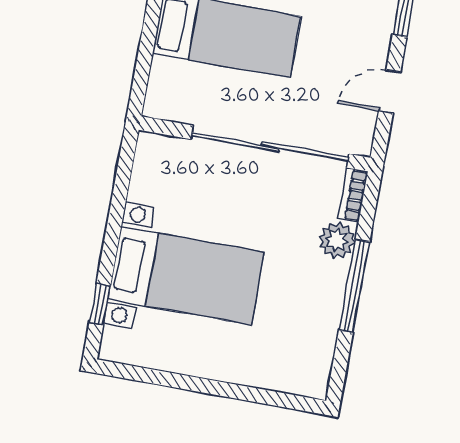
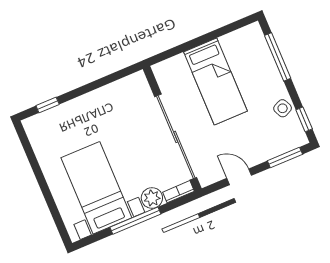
bed with nightstands: (186, 275) -> (96, 188), moved, turned 180

